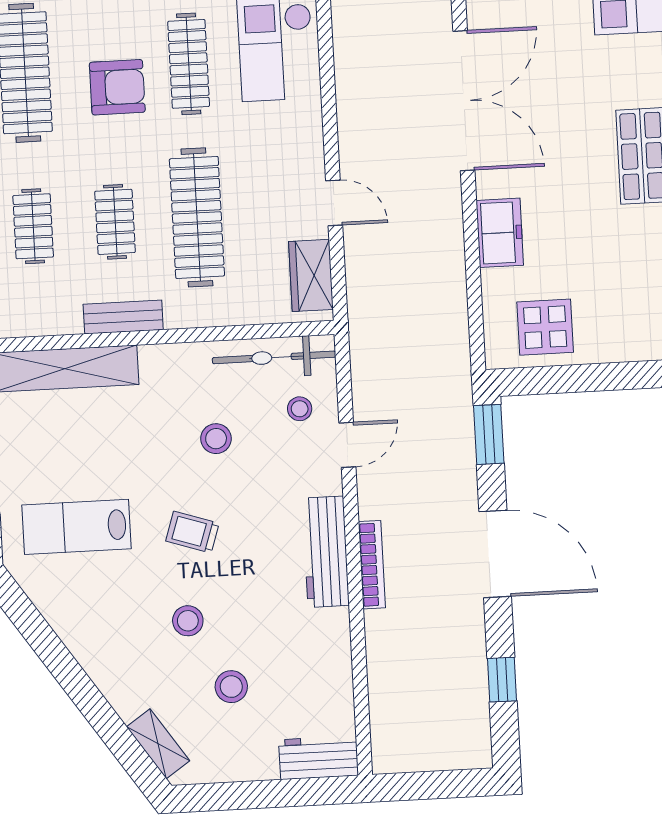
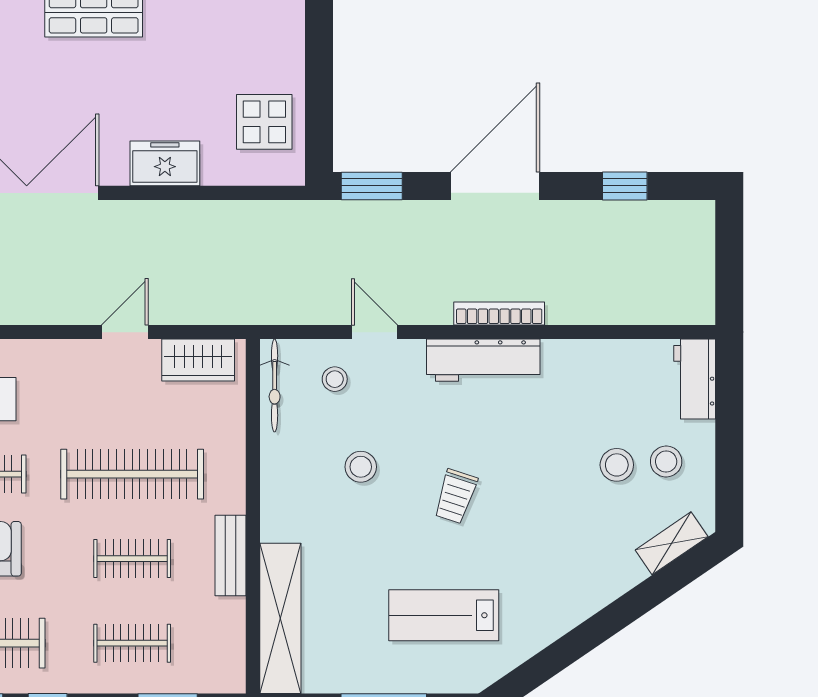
bicycle: (274, 357) -> (275, 385), width x0.73, depth x0.71
lab bench: (77, 527) -> (444, 615), turned 90
stool: (188, 621) -> (666, 461), moved

